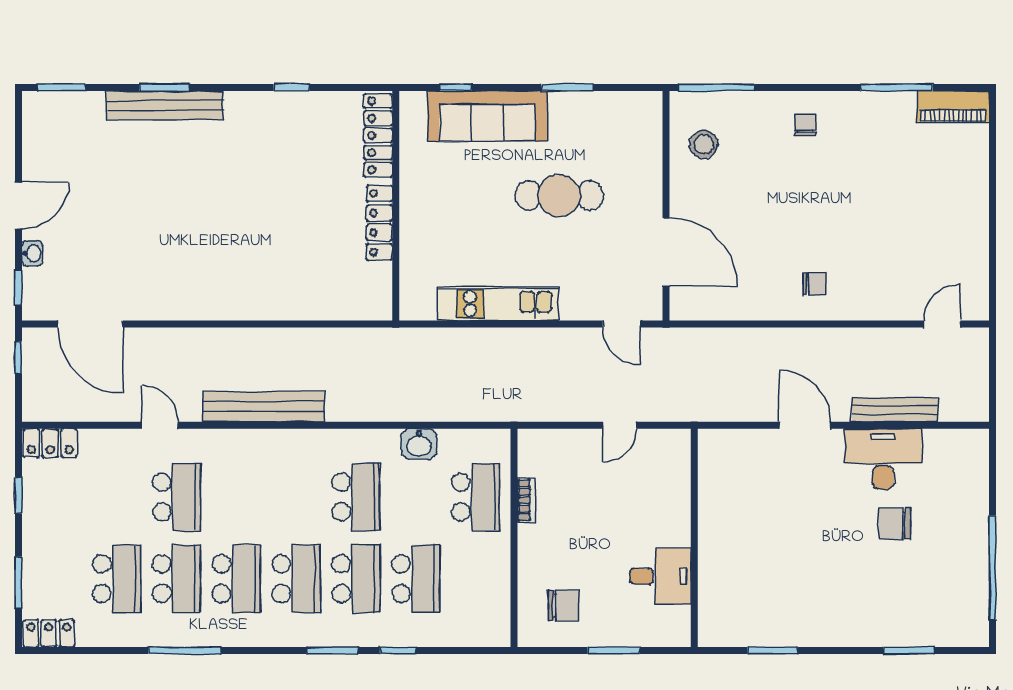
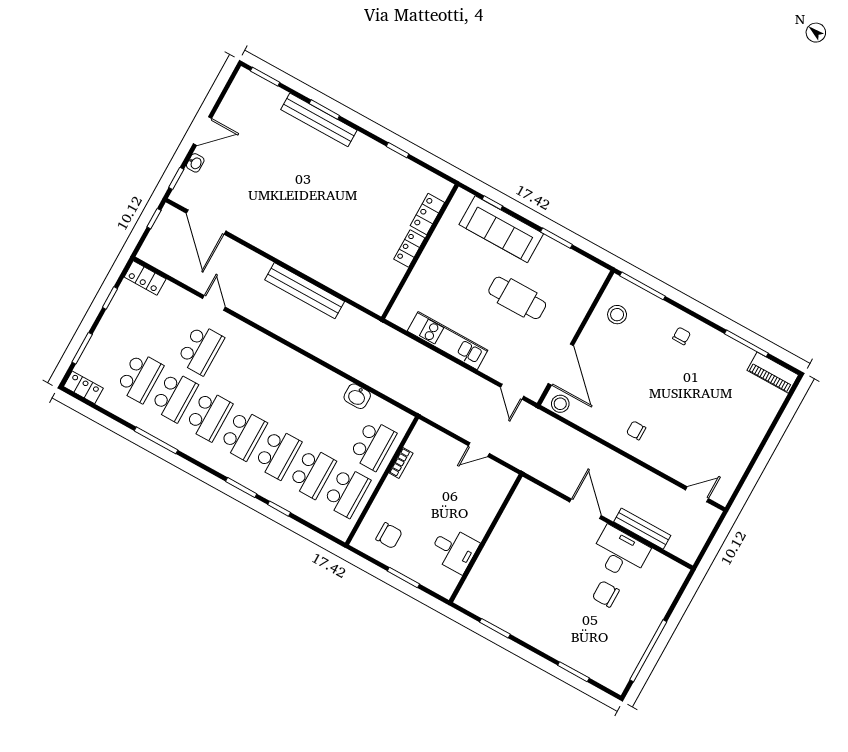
locker: (378, 135) -> (427, 214), width x0.66
locker: (379, 223) -> (409, 248), width x0.66
chair: (814, 284) -> (636, 430), turned 180
stool: (694, 304) -> (560, 404), added
bench: (264, 407) -> (305, 291), moved
school desk: (356, 497) -> (347, 492), moved

